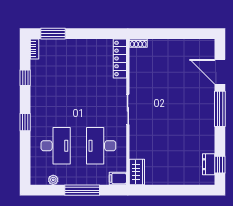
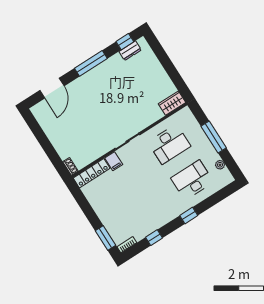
window: (220, 109) -> (91, 63), moved
filing cabinet: (118, 178) -> (114, 161), moved

